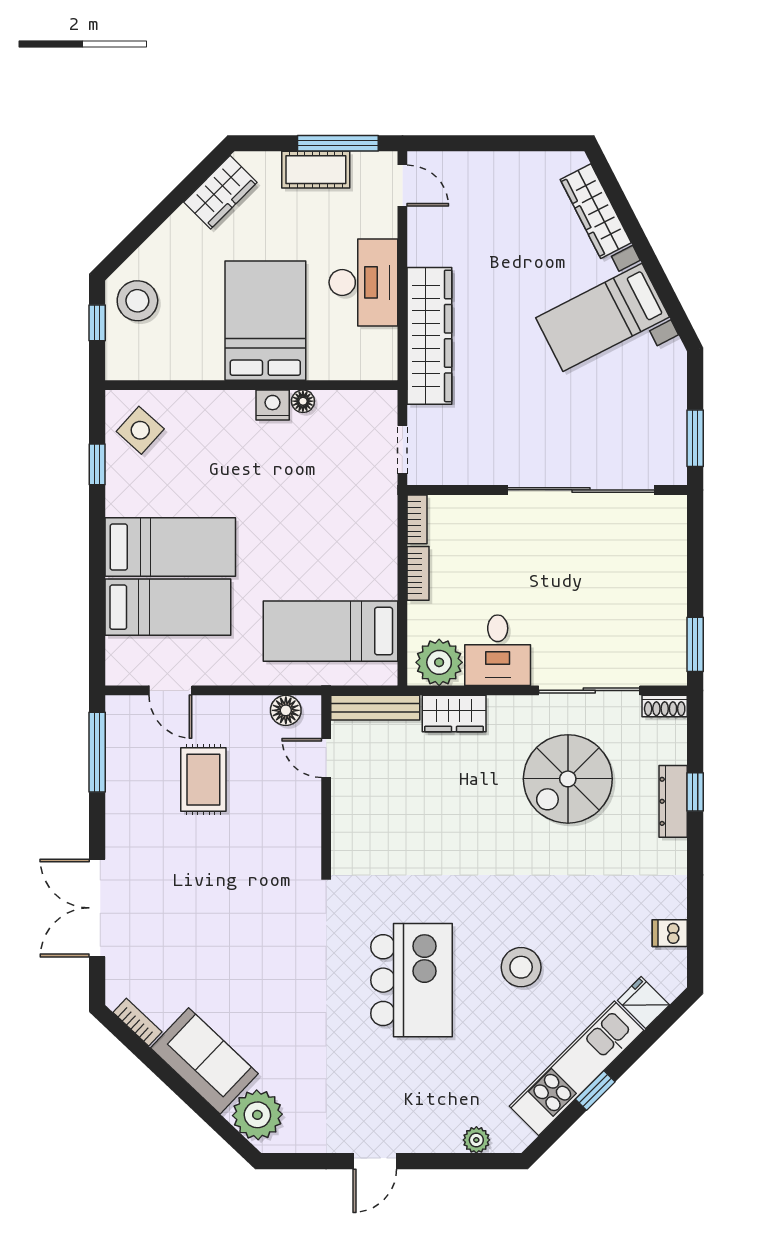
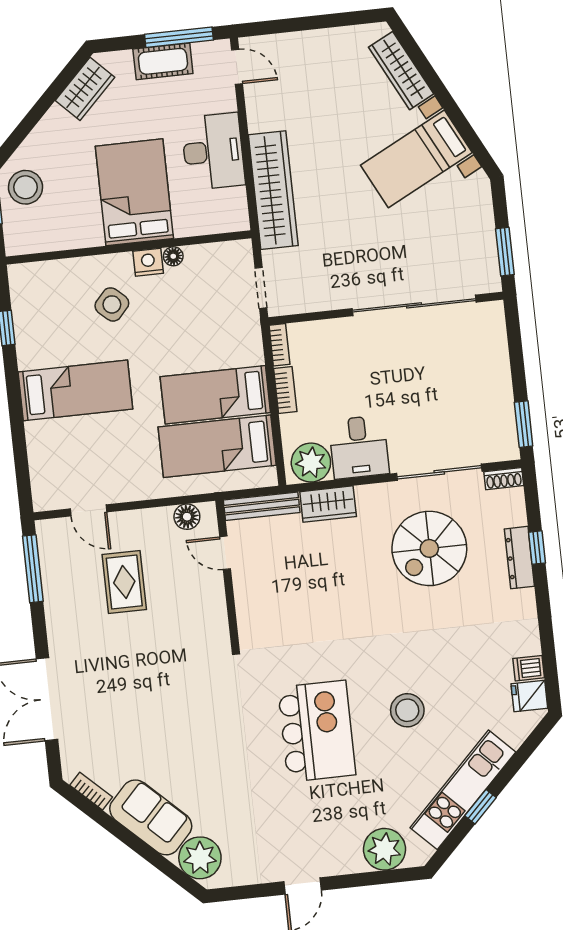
side table: (140, 430) -> (112, 304), moved
bed: (168, 607) -> (215, 395), moved, turned 180
fridge: (643, 1003) -> (529, 696), moved, turned -45
plant: (476, 1140) -> (384, 849), width x1.87, depth x1.87

